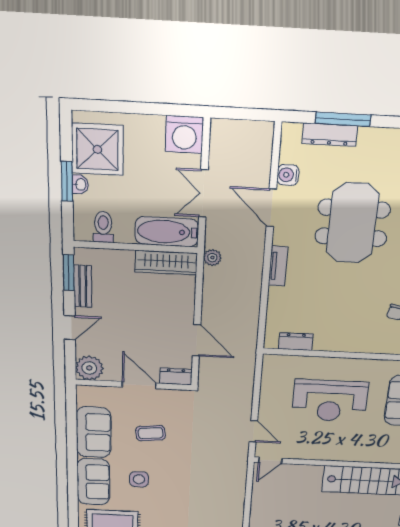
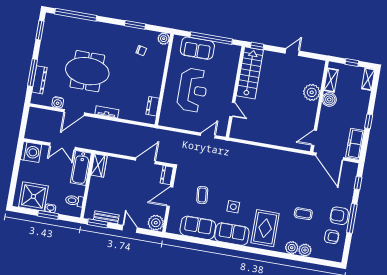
plant: (212, 258) -> (98, 146), removed
wardrobe: (166, 263) -> (99, 165), width x0.67
door: (270, 460) -> (232, 109), moved

